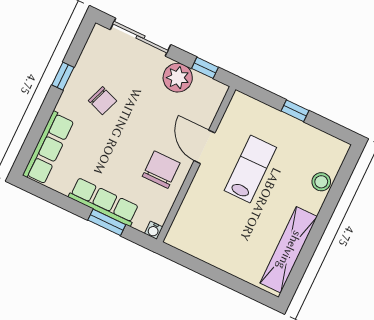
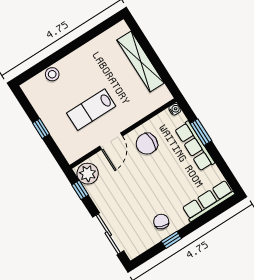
plant: (178, 78) -> (88, 174), moved
chair: (102, 101) -> (161, 222), moved
shelving: (289, 250) -> (141, 62), moved, turned 90

